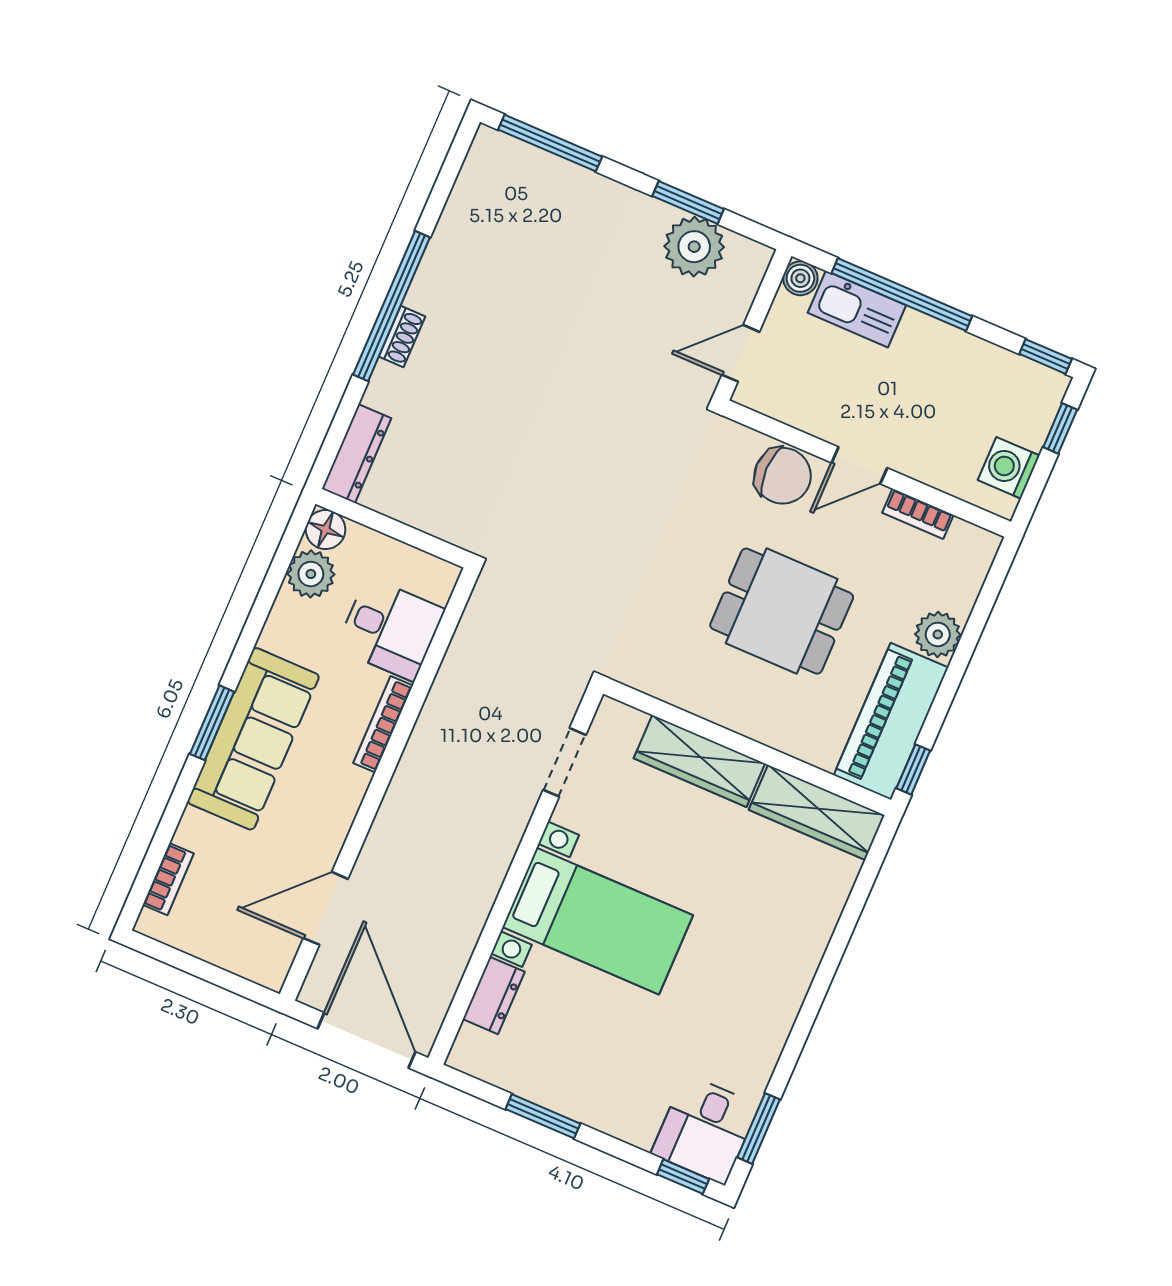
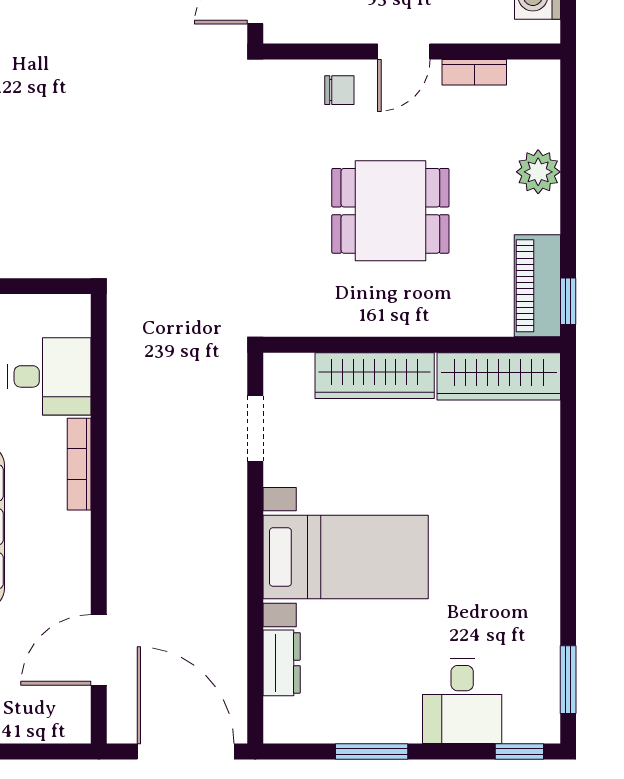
chair: (783, 476) -> (339, 90), width x0.54, depth x0.54
piano: (891, 721) -> (537, 286), width x0.73, depth x0.75
desk: (705, 1129) -> (462, 701), moved

